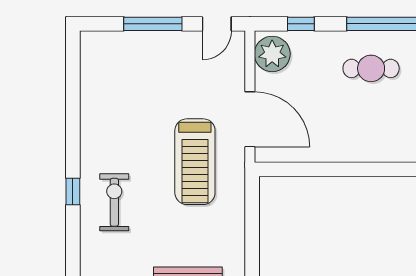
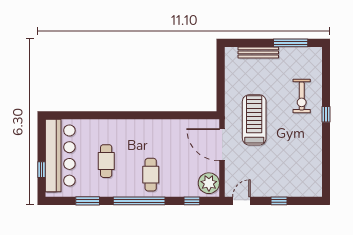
window: (153, 24) -> (279, 201), width x0.46
cafe table: (371, 68) -> (151, 175), turned 90
window: (73, 192) -> (326, 114), moved

